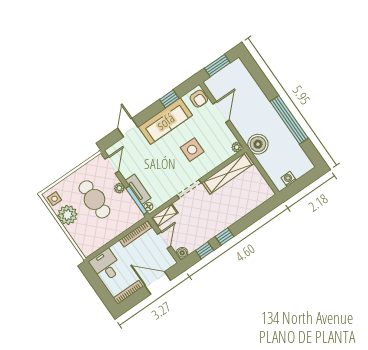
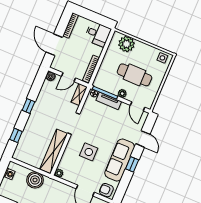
window: (169, 99) -> (132, 164), moved
boiler: (258, 144) -> (35, 180), moved
plant: (67, 215) -> (126, 44), moved
door: (164, 240) -> (68, 77), hinge flipped
window: (205, 250) -> (16, 135), moved
door: (158, 283) -> (54, 45), swing flipped

